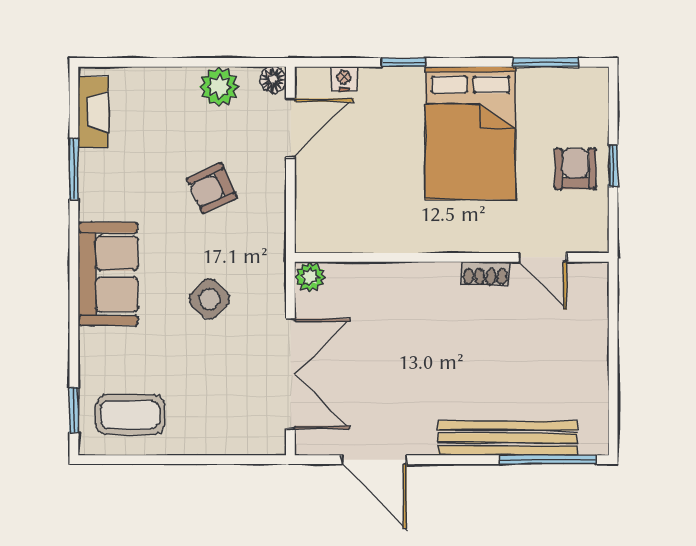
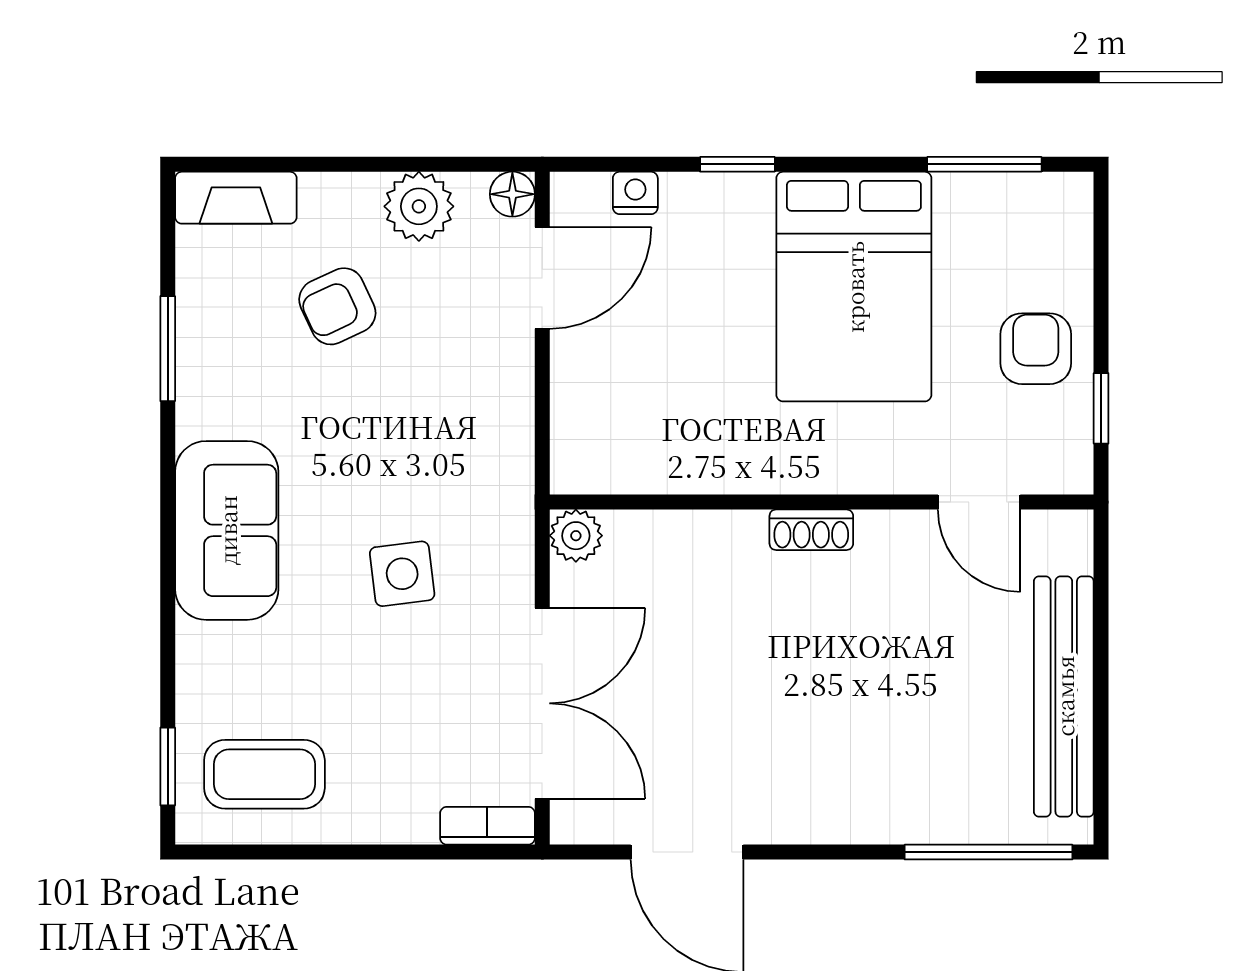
fireplace: (93, 112) -> (236, 198), moved, turned 90
window: (613, 166) -> (1101, 408), moved
armchair: (212, 188) -> (337, 306), moved
shoe rack: (485, 273) -> (811, 530), moved
side table: (209, 299) -> (402, 574), turned 38
bench: (508, 438) -> (1064, 696), moved, turned 90
bookcase: (259, 444) -> (487, 826), added

